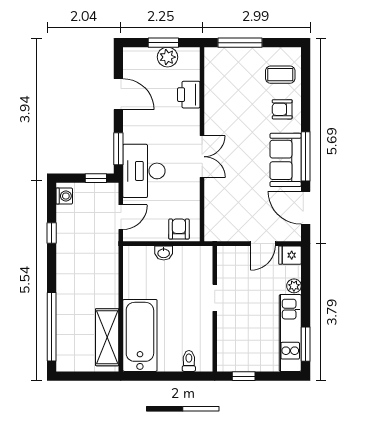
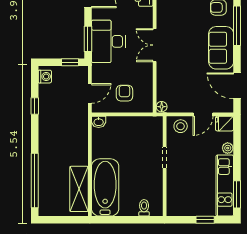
window: (306, 156) -> (237, 26), moved
double door: (202, 157) -> (155, 45), swing flipped
desk: (144, 171) -> (108, 41), moved
armchair: (179, 229) -> (124, 93), moved
floor lamp: (211, 234) -> (162, 107), added
washbasin: (164, 253) -> (99, 122), moved
stool: (235, 258) -> (181, 126), added
window: (244, 376) -> (205, 220), moved

